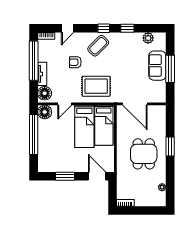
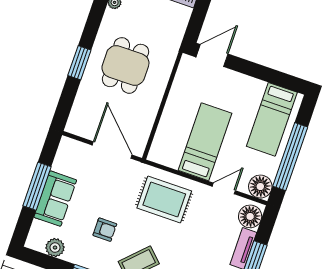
armchair: (75, 62) -> (105, 230), moved
bed: (104, 125) -> (272, 119), moved, turned 180
window: (65, 176) -> (263, 73), removed
door: (97, 176) -> (212, 55), swing flipped

